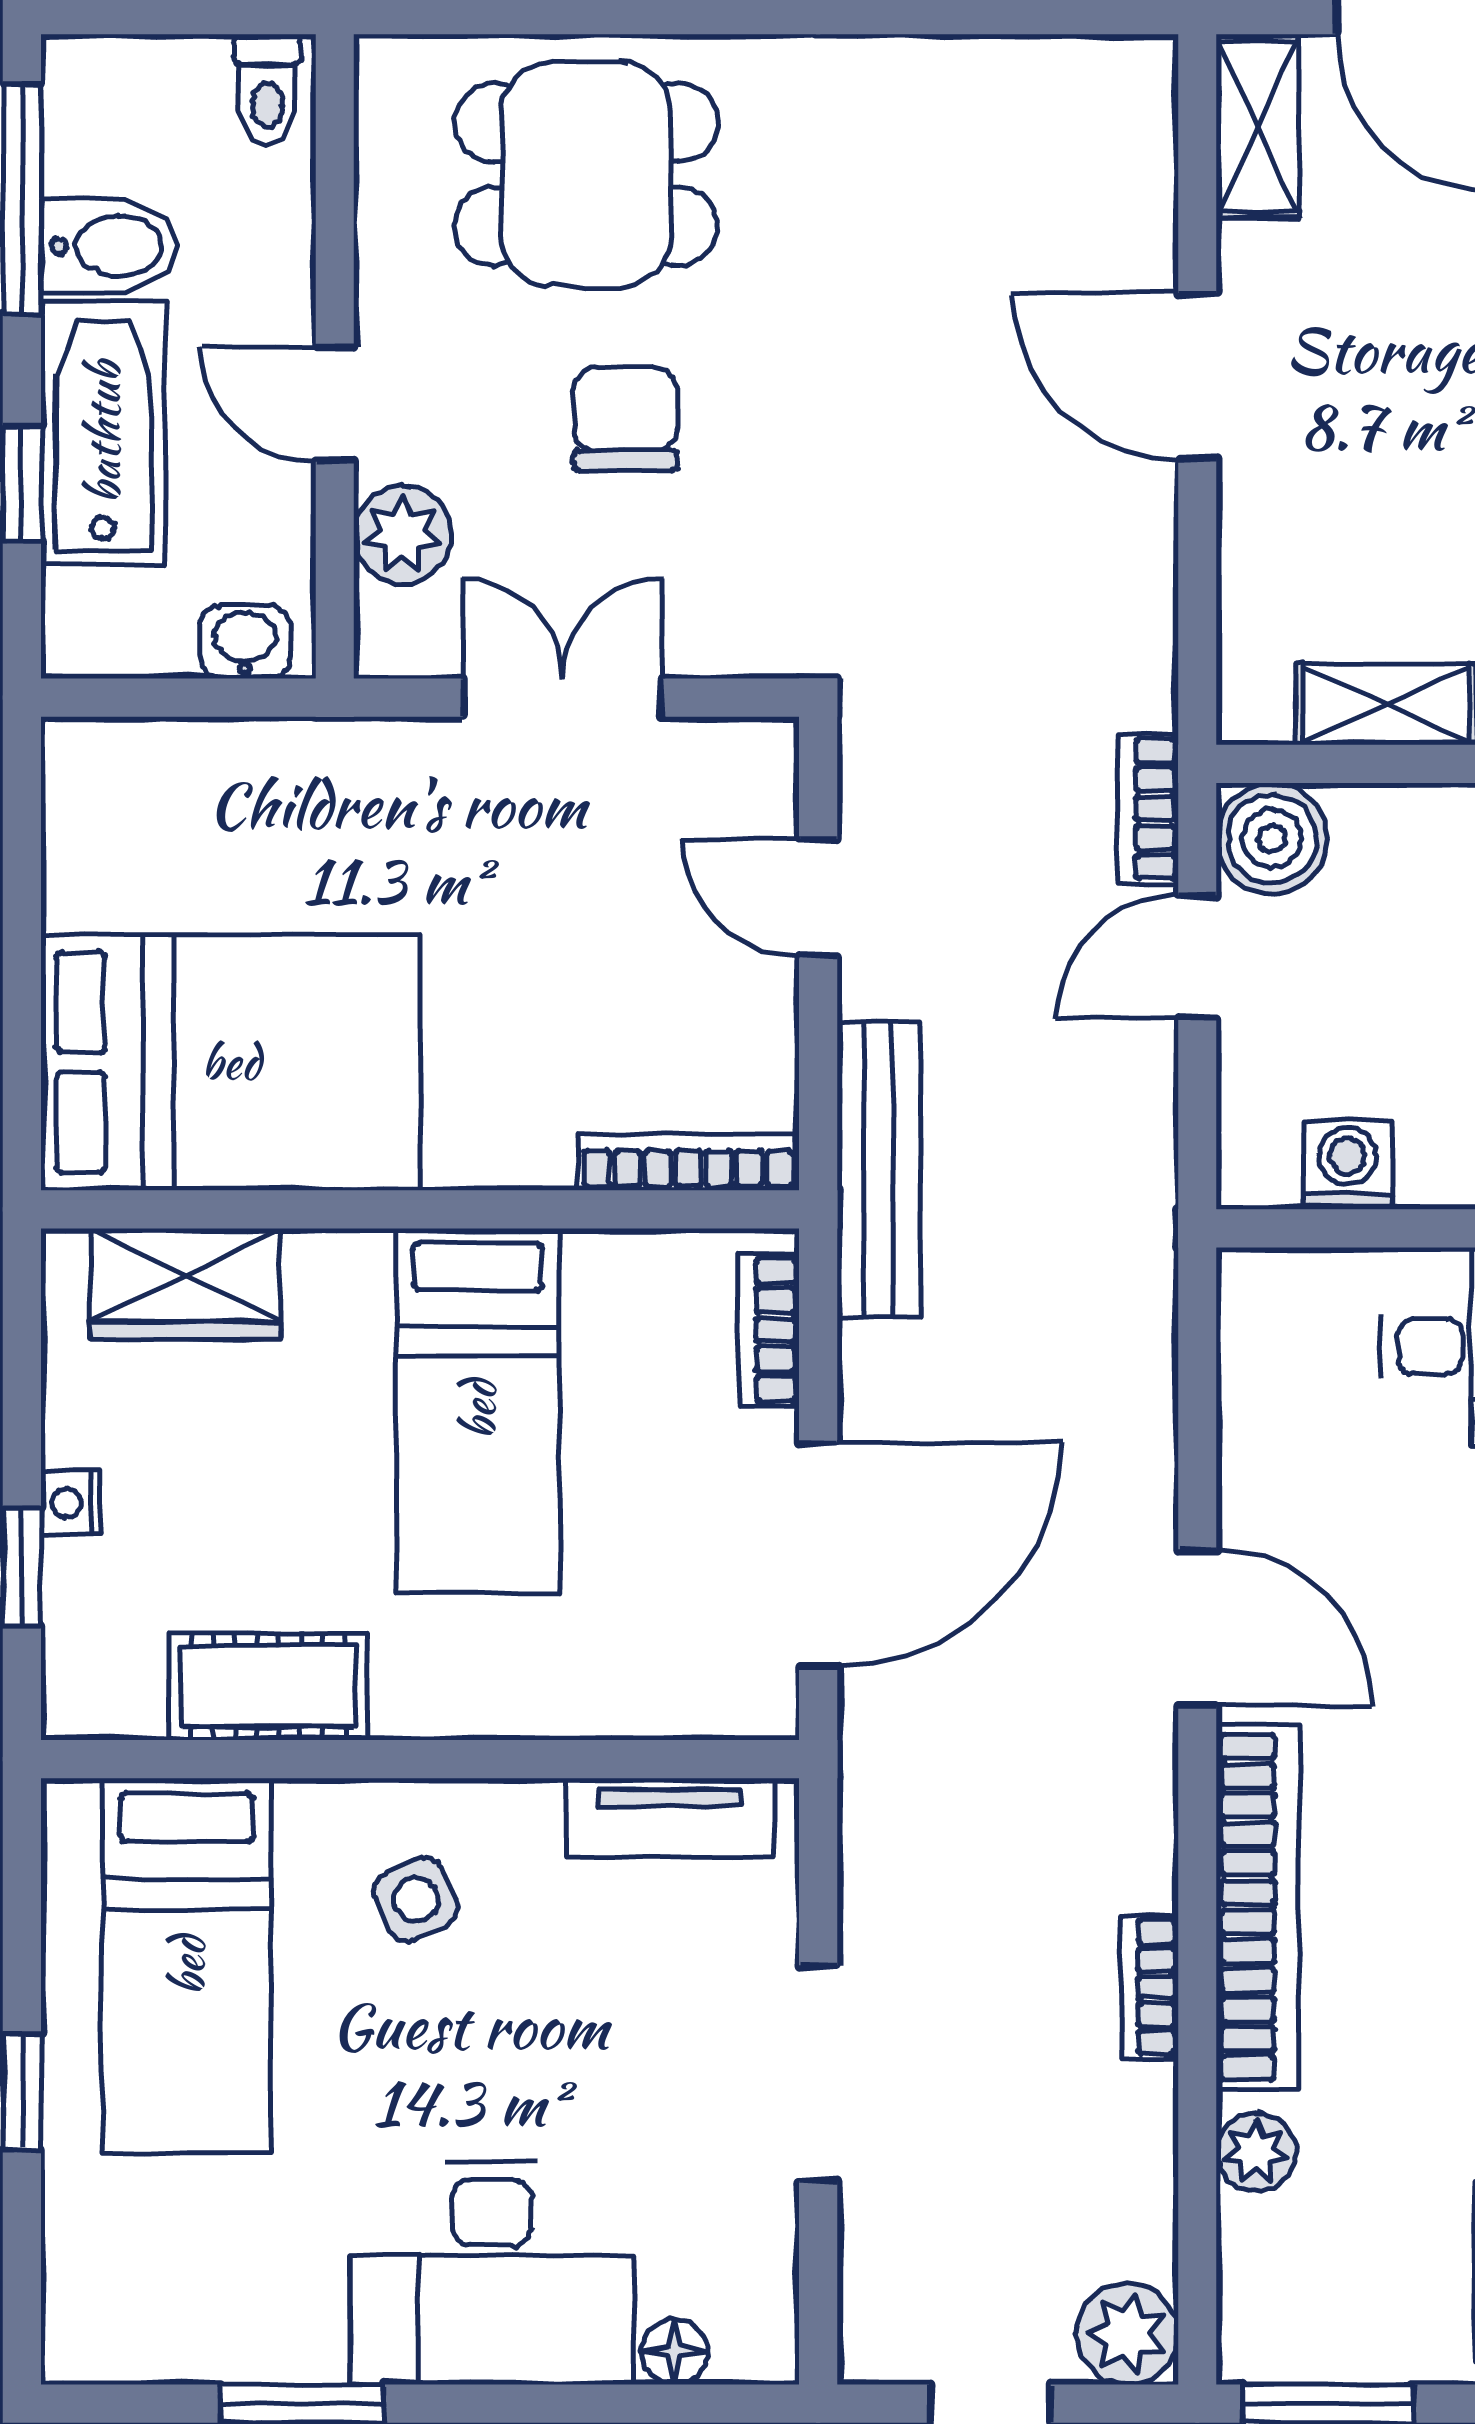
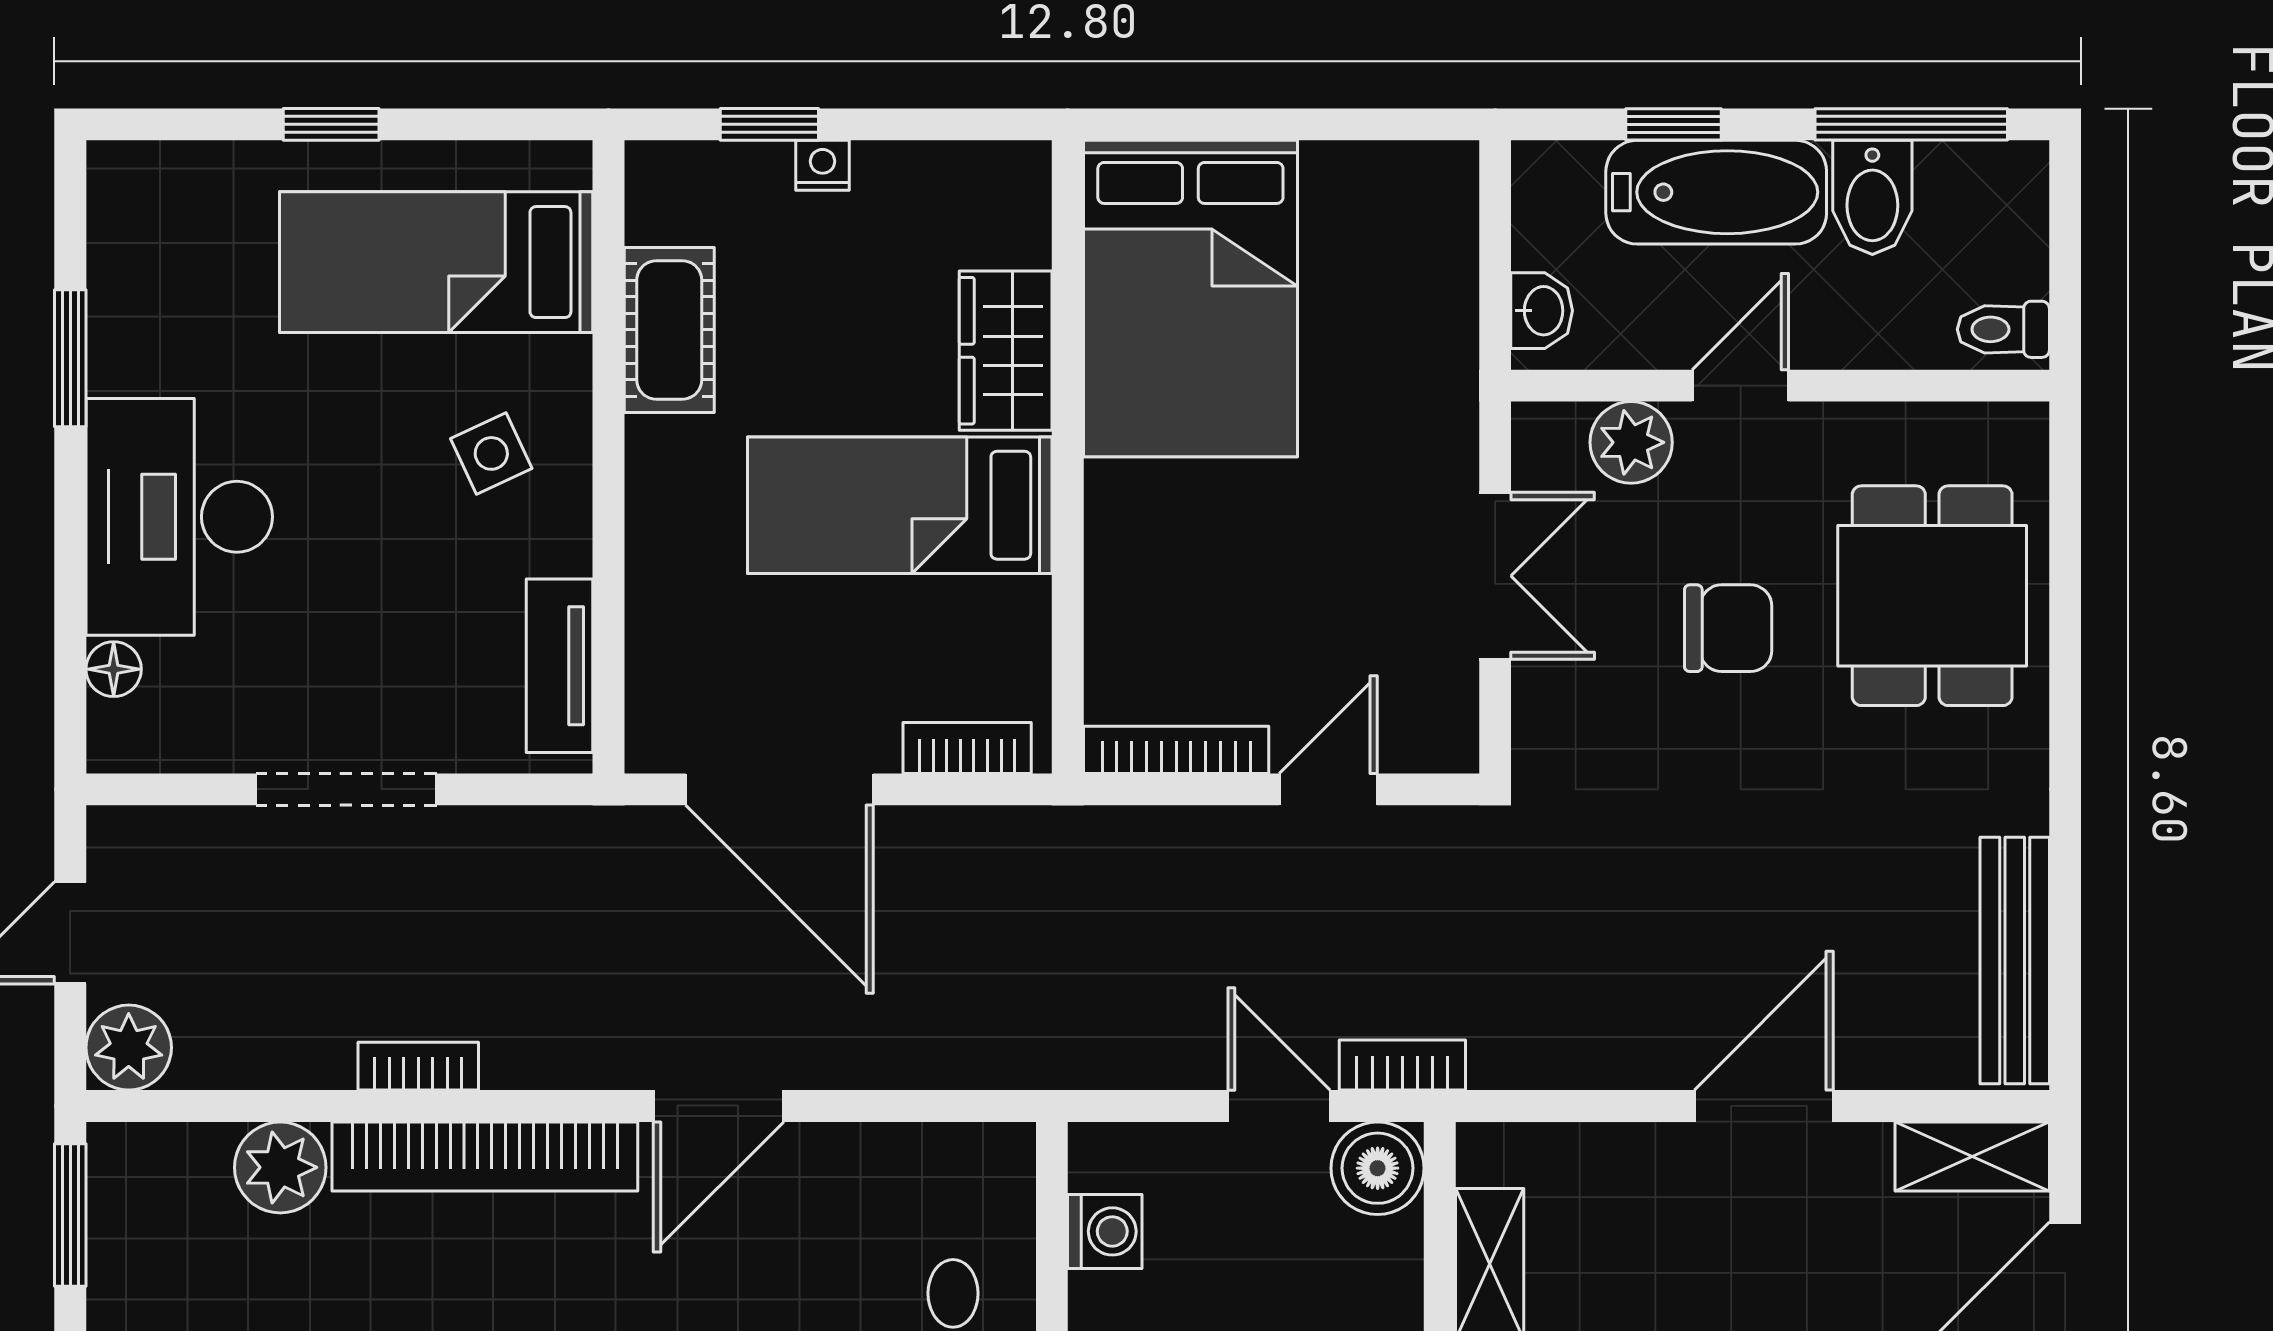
bookcase: (688, 1162) -> (1176, 750), moved, turned -90
bench: (878, 1170) -> (2015, 961), moved, turned 90
wardrobe: (185, 1284) -> (1006, 351), moved
plant: (1256, 2152) -> (280, 1167), width x1.38, depth x1.38

